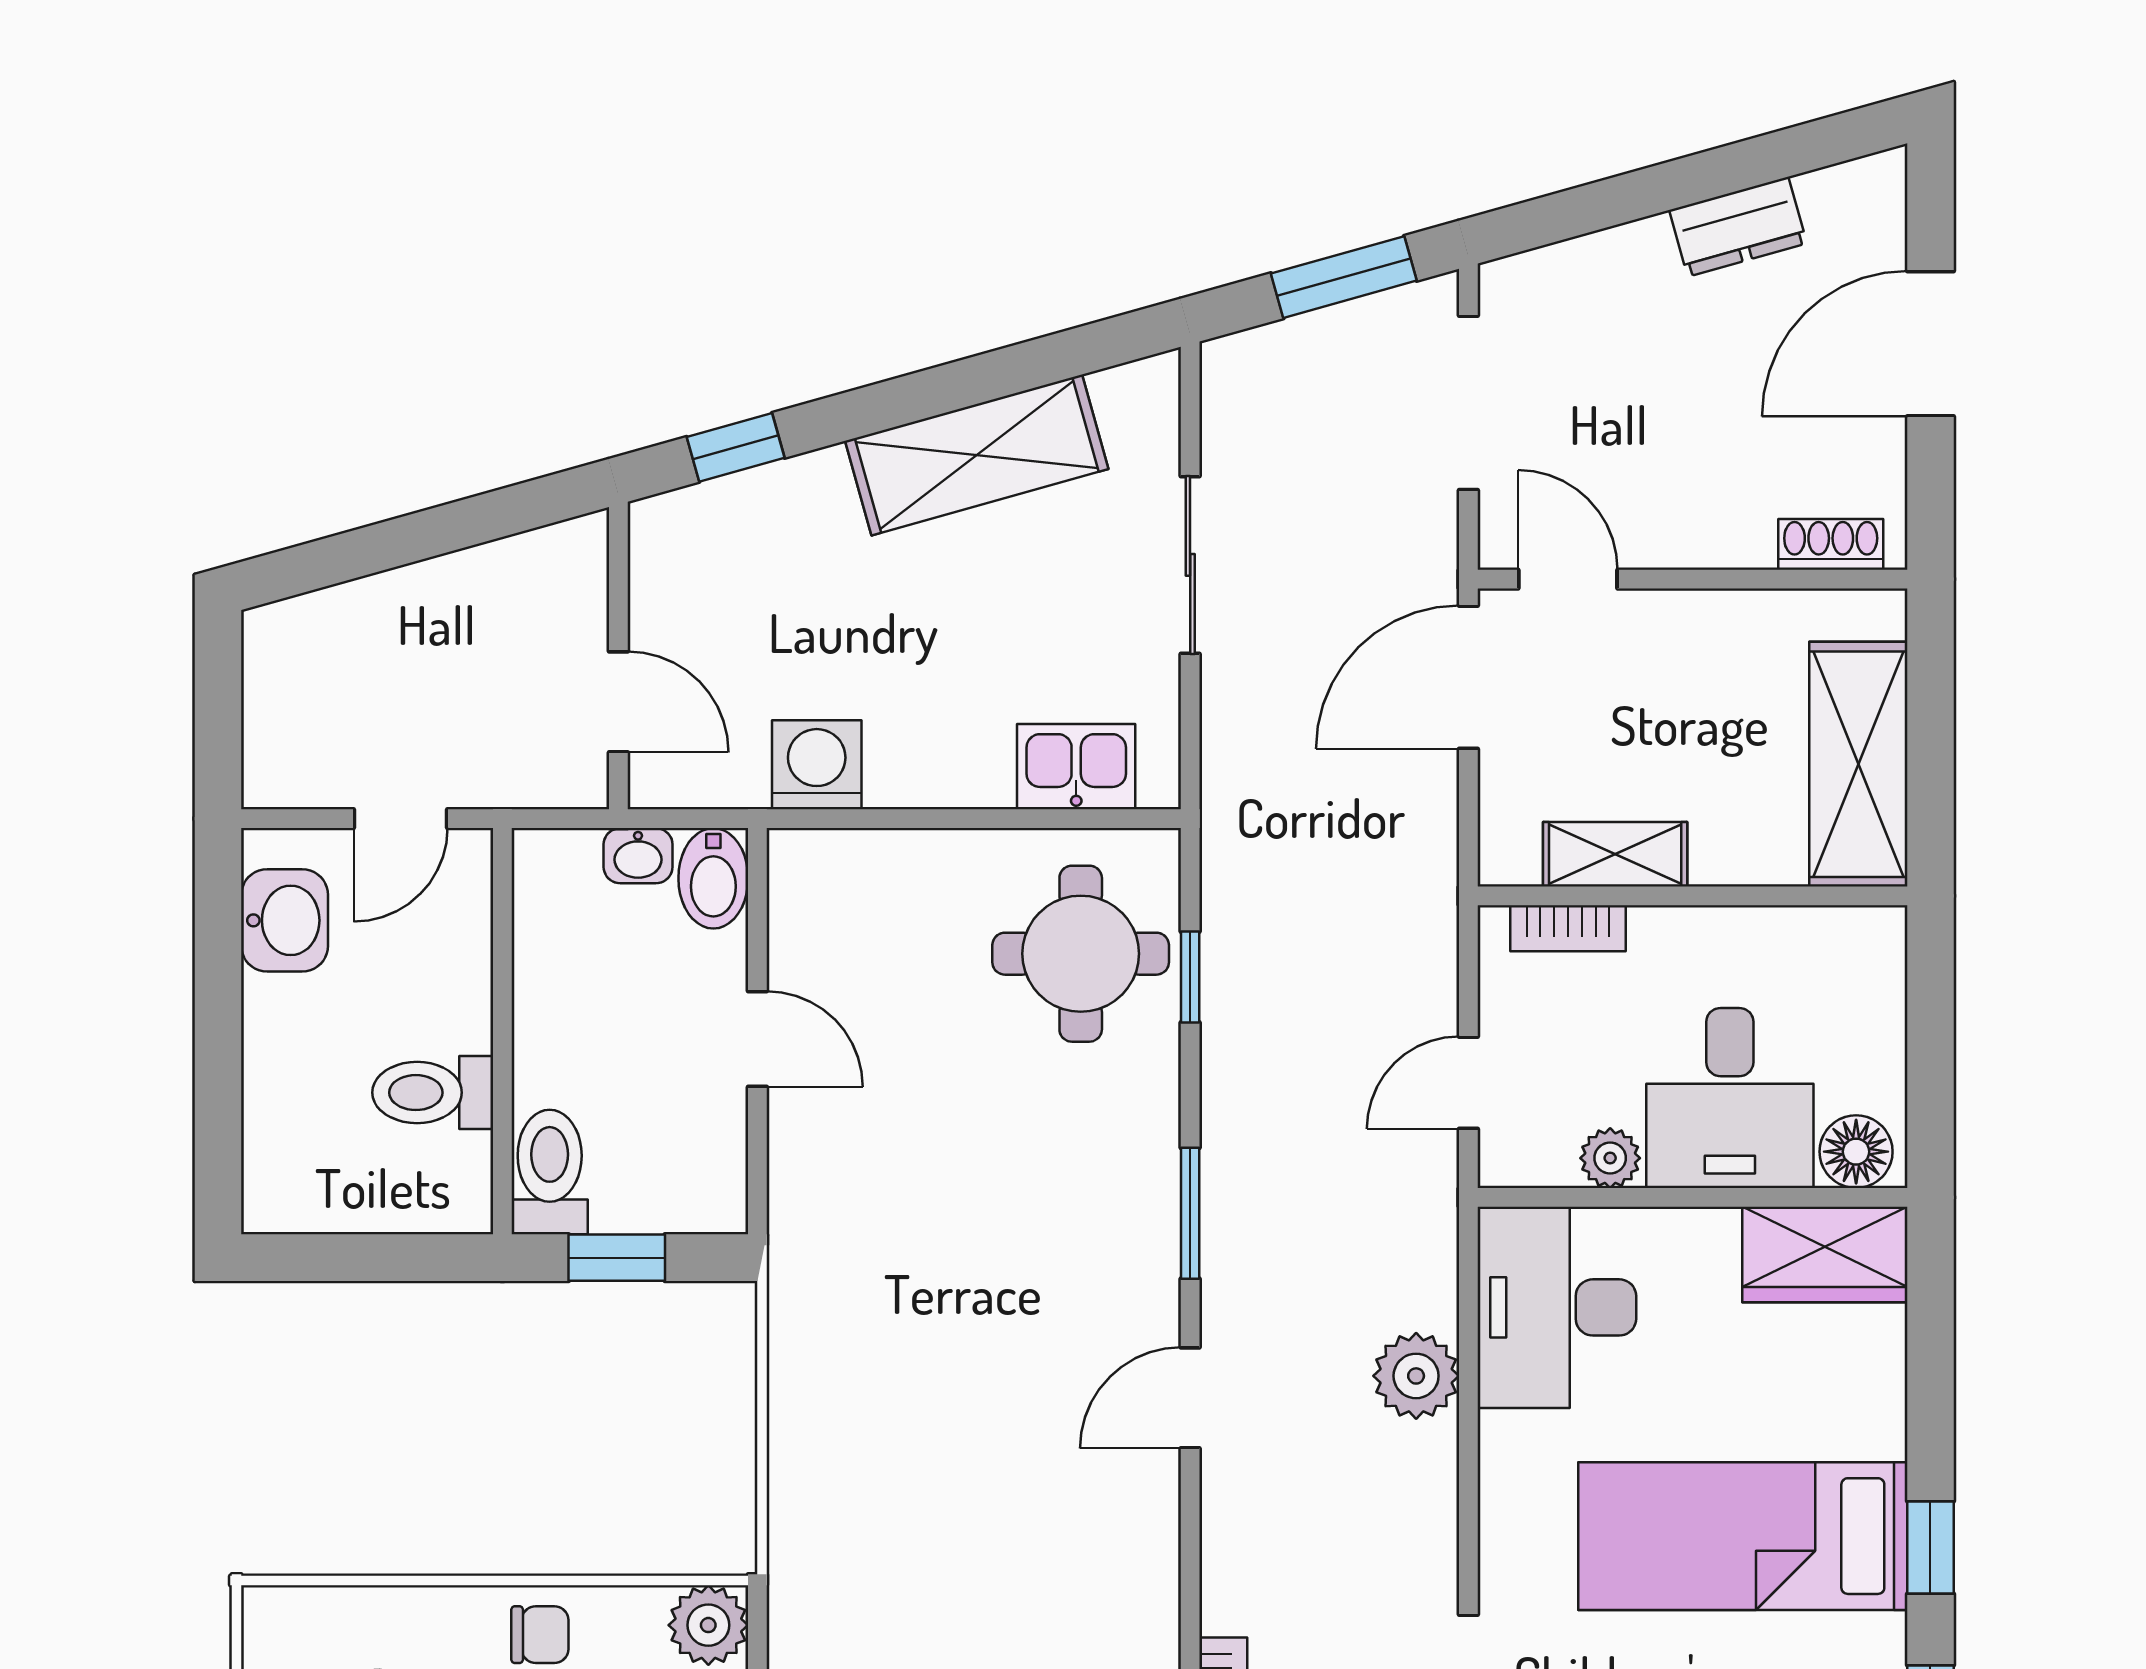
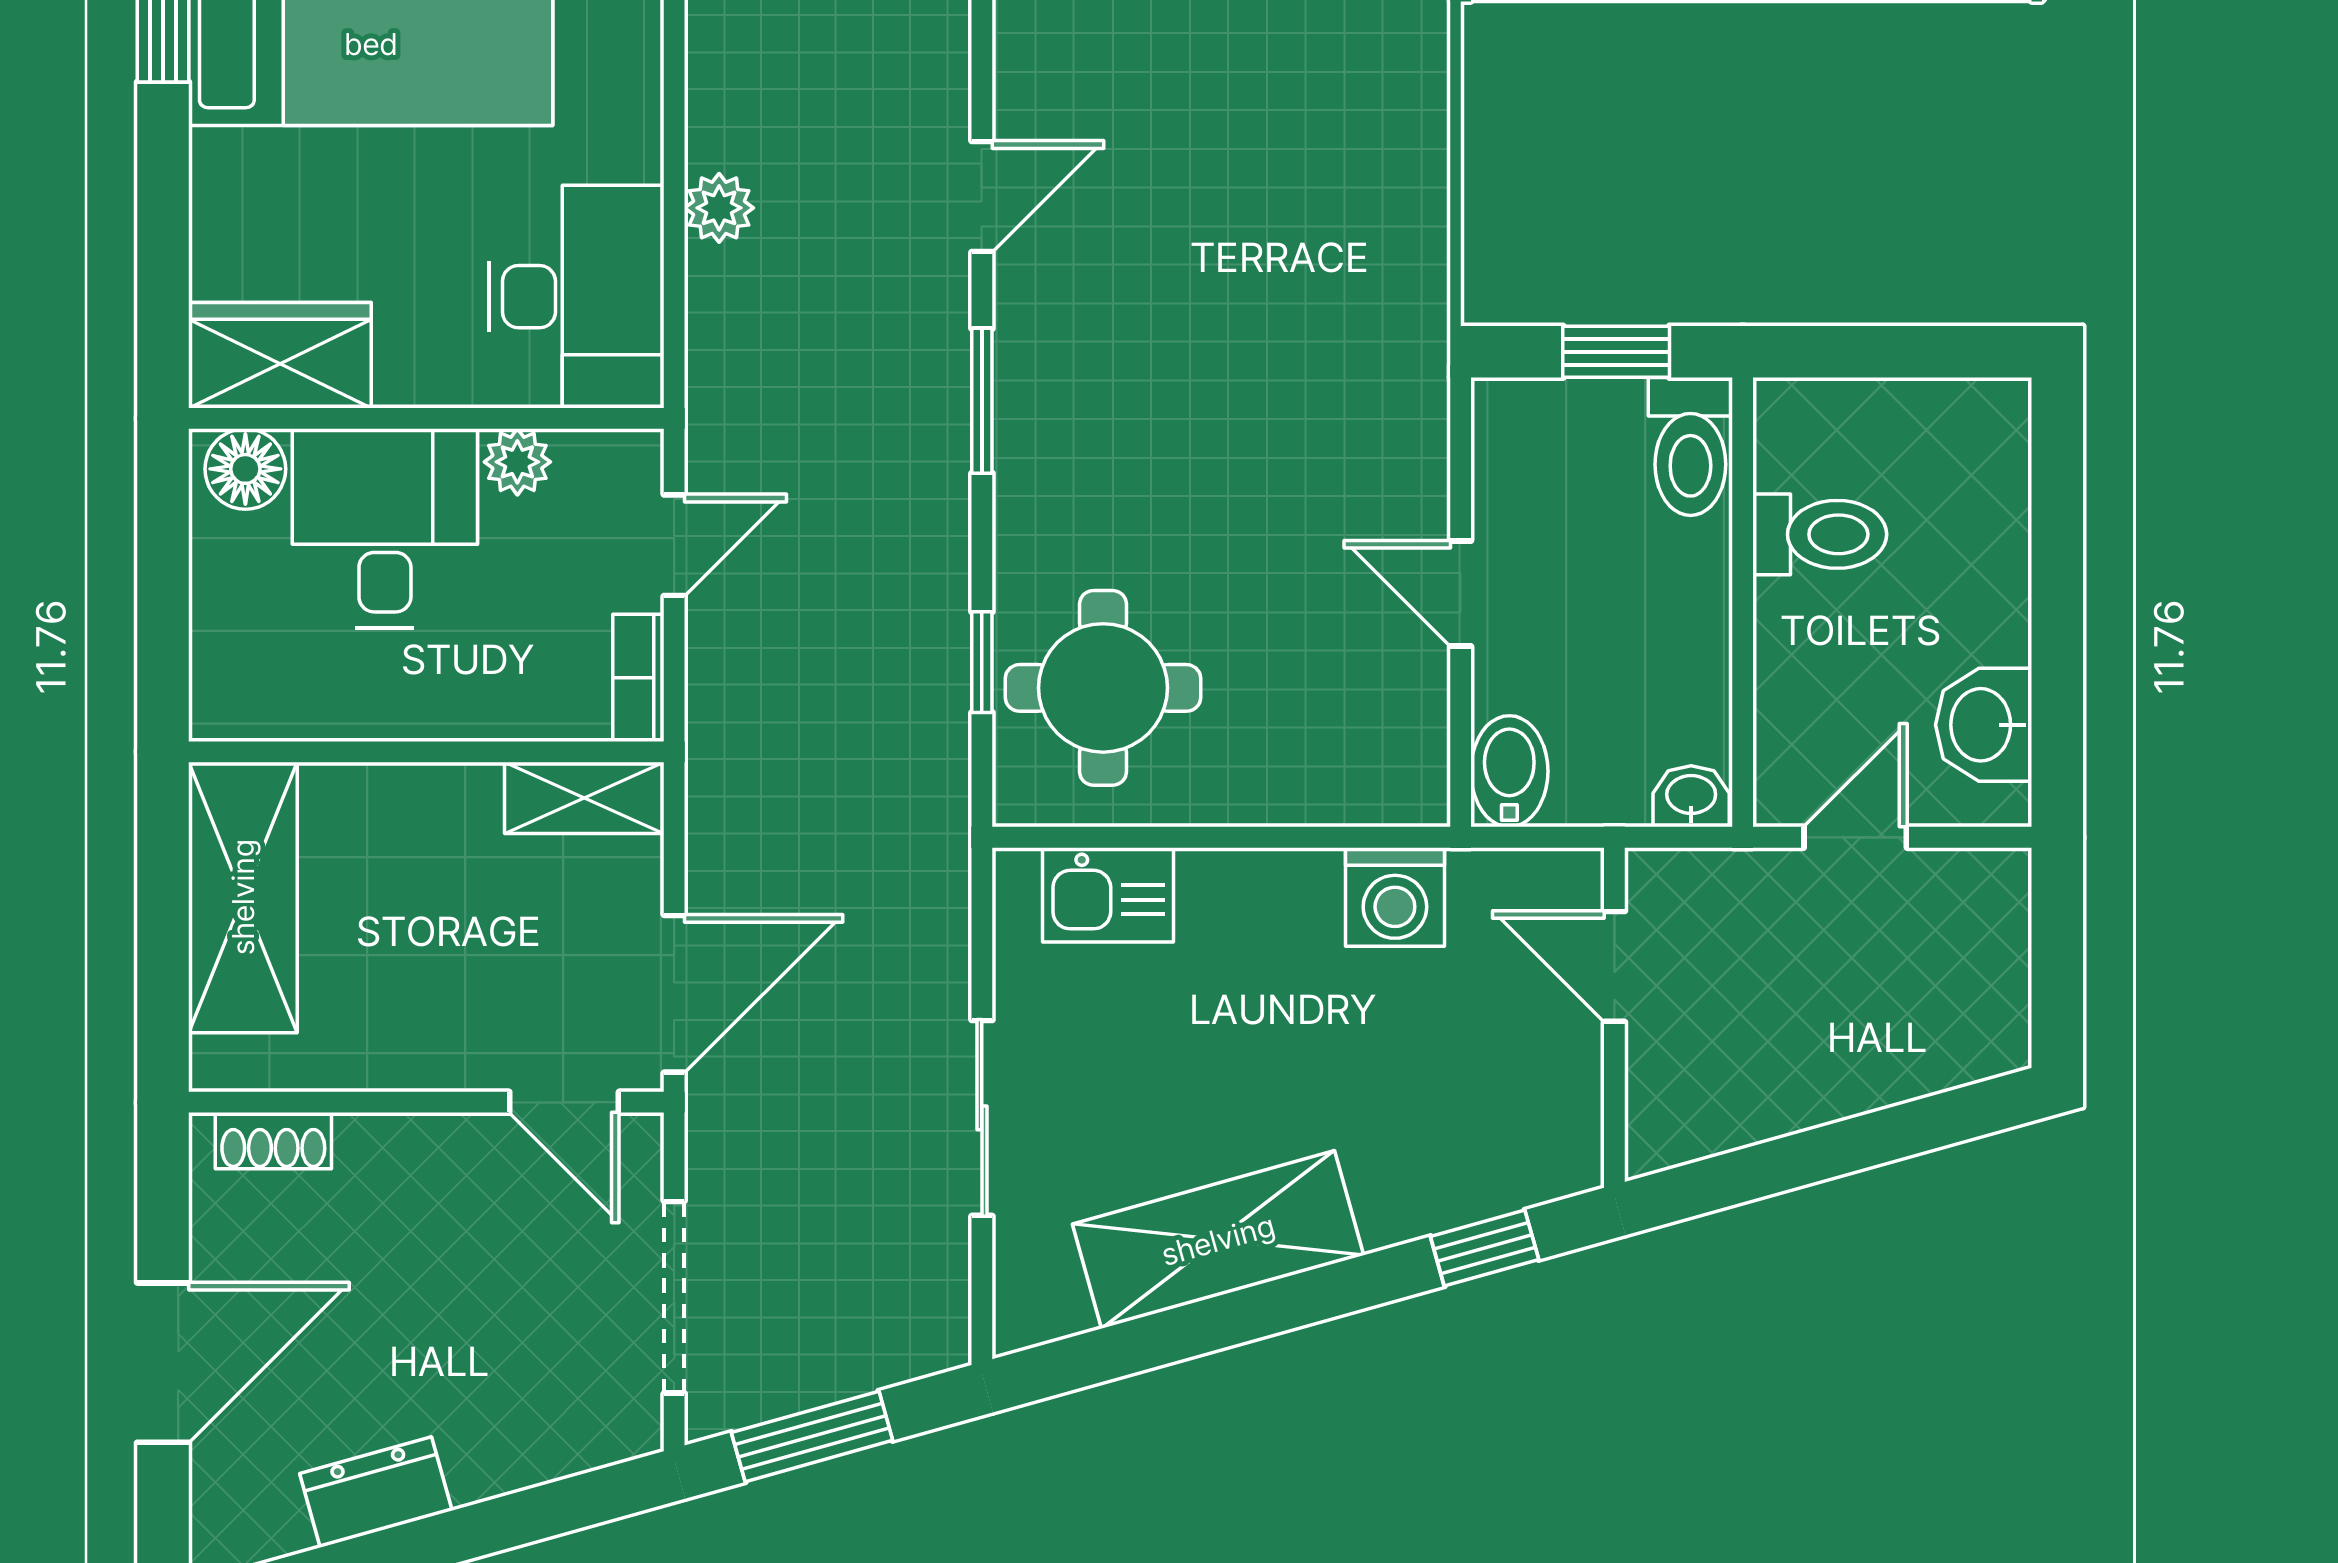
shelving: (1615, 854) -> (584, 798), moved
washbasin: (638, 856) -> (1691, 796), moved
bookcase: (1568, 928) -> (638, 678), moved, turned -90
plant: (1416, 1376) -> (719, 208), width x0.73, depth x0.73

